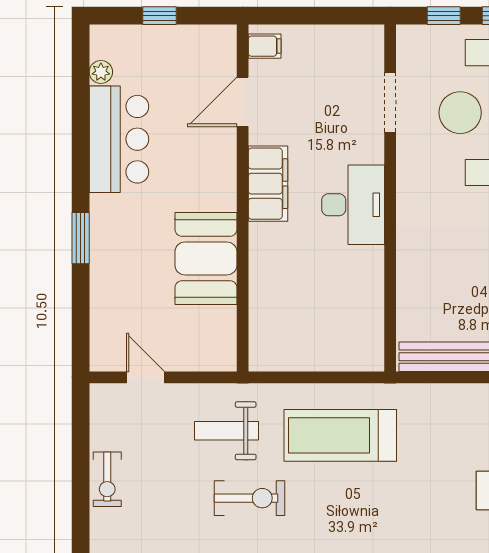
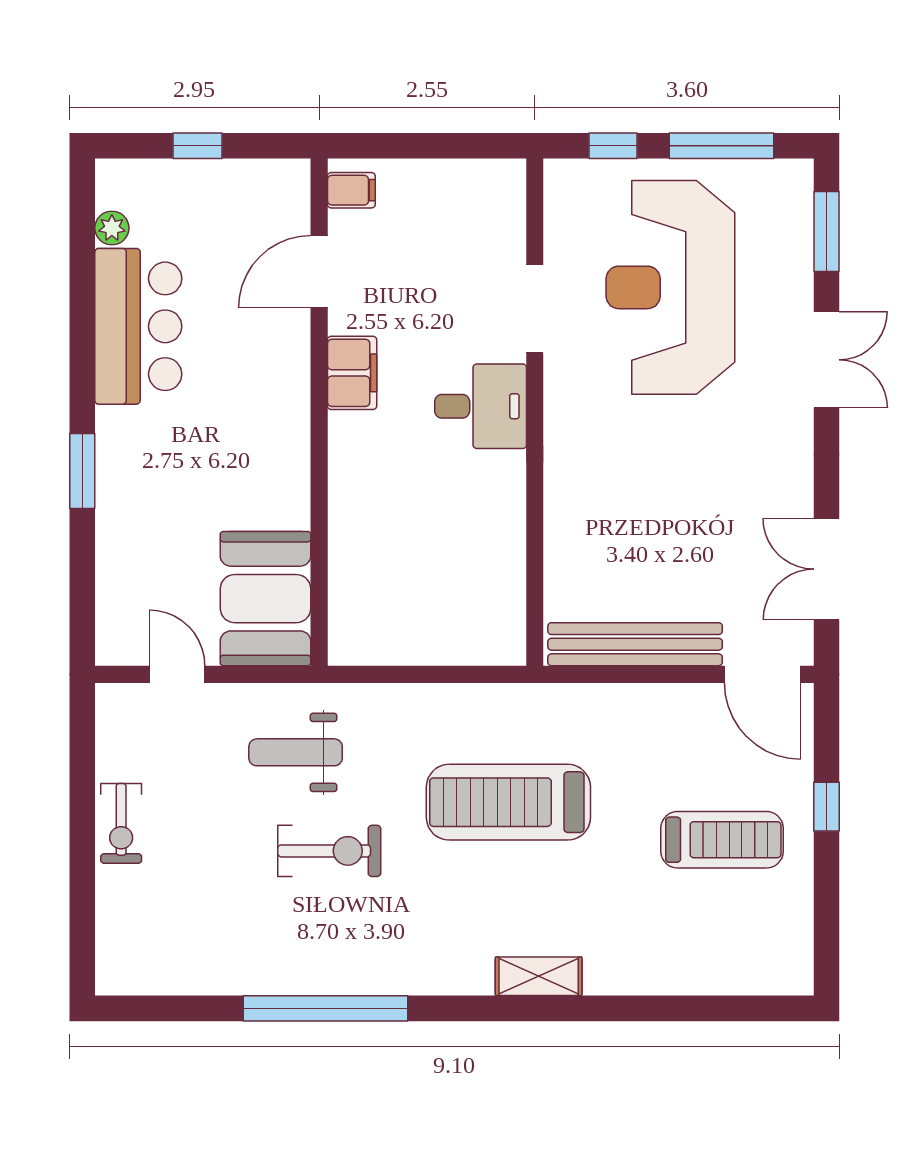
doorway: (390, 102) -> (535, 309), moved
filing cabinet: (268, 184) -> (352, 373), width x0.67, depth x0.86
desk: (353, 205) -> (481, 406), width x0.73
booth: (206, 258) -> (265, 599), moved
treadmill: (340, 435) -> (508, 802), moved

